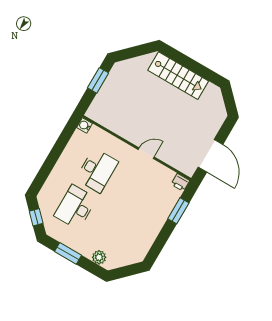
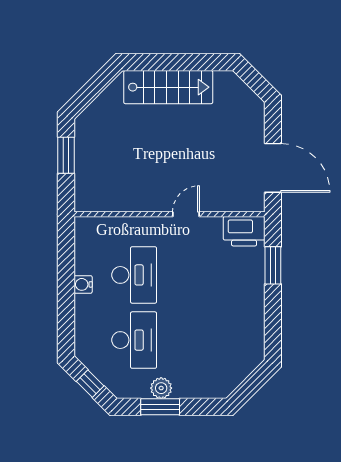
water cooler: (85, 126) -> (83, 284), moved
printer: (180, 182) -> (244, 231), width x1.87, depth x1.48
desk: (75, 207) -> (134, 340), turned 180
plant: (99, 257) -> (161, 388), moved

